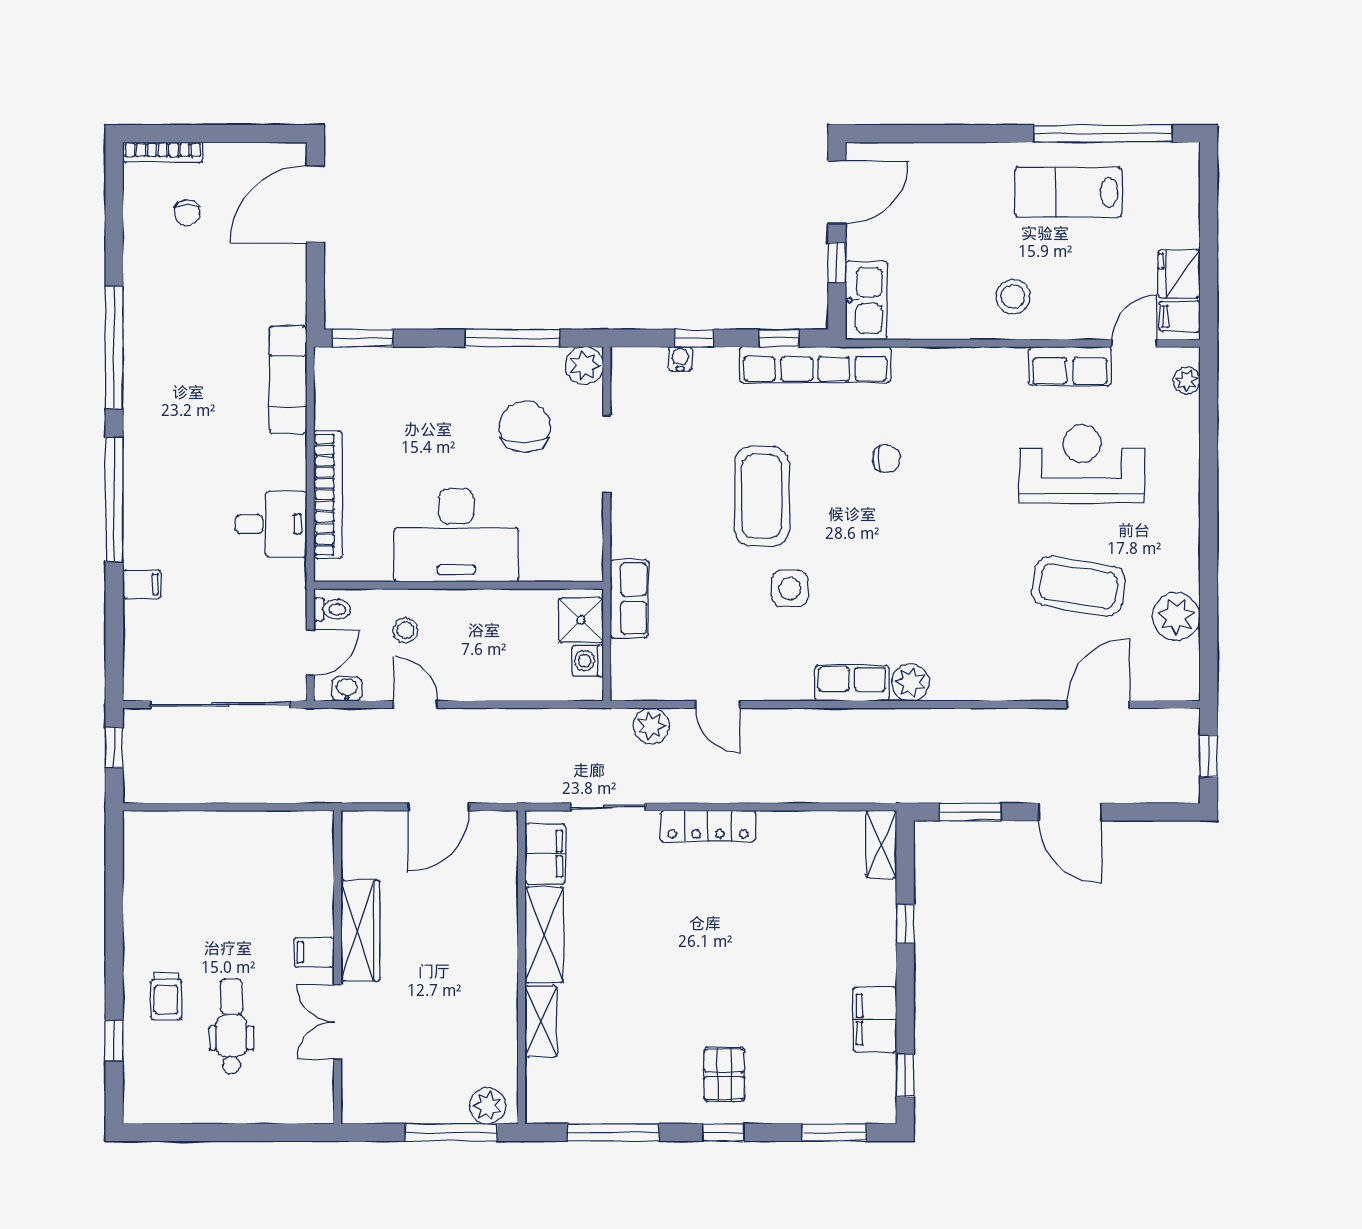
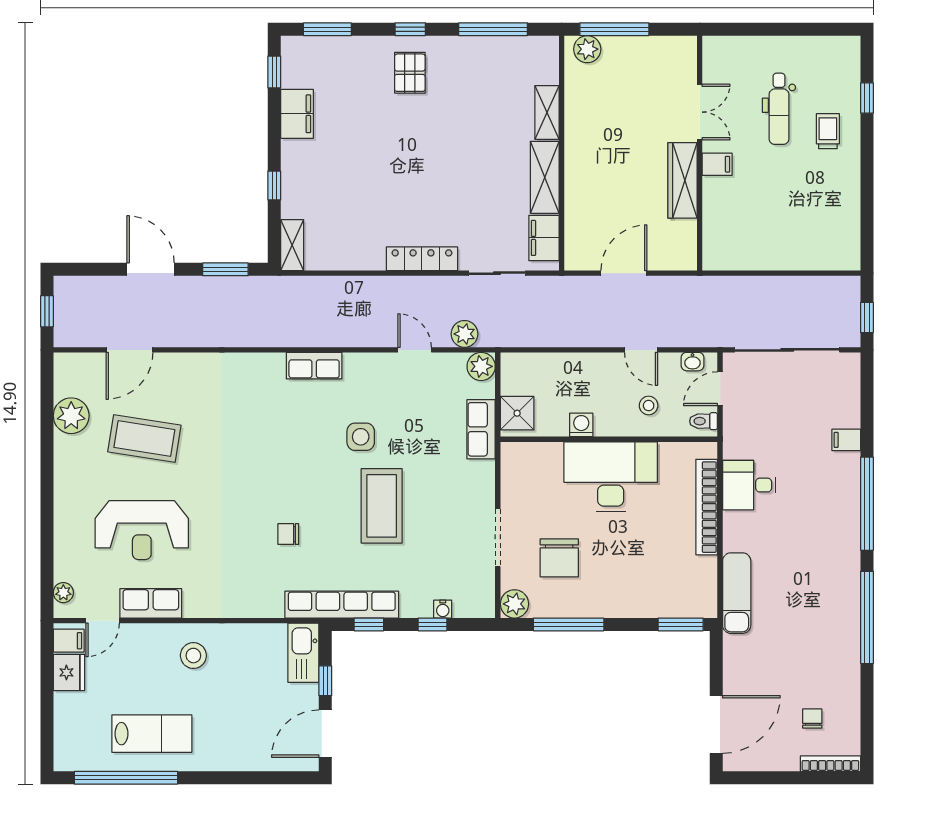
washing machine: (588, 661) -> (581, 425), moved, turned -90
plant: (911, 682) -> (481, 366), moved

